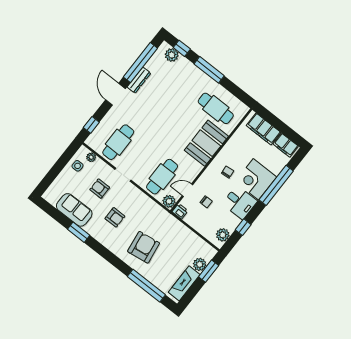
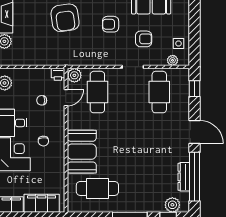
dresser: (139, 80) -> (184, 177), moved

